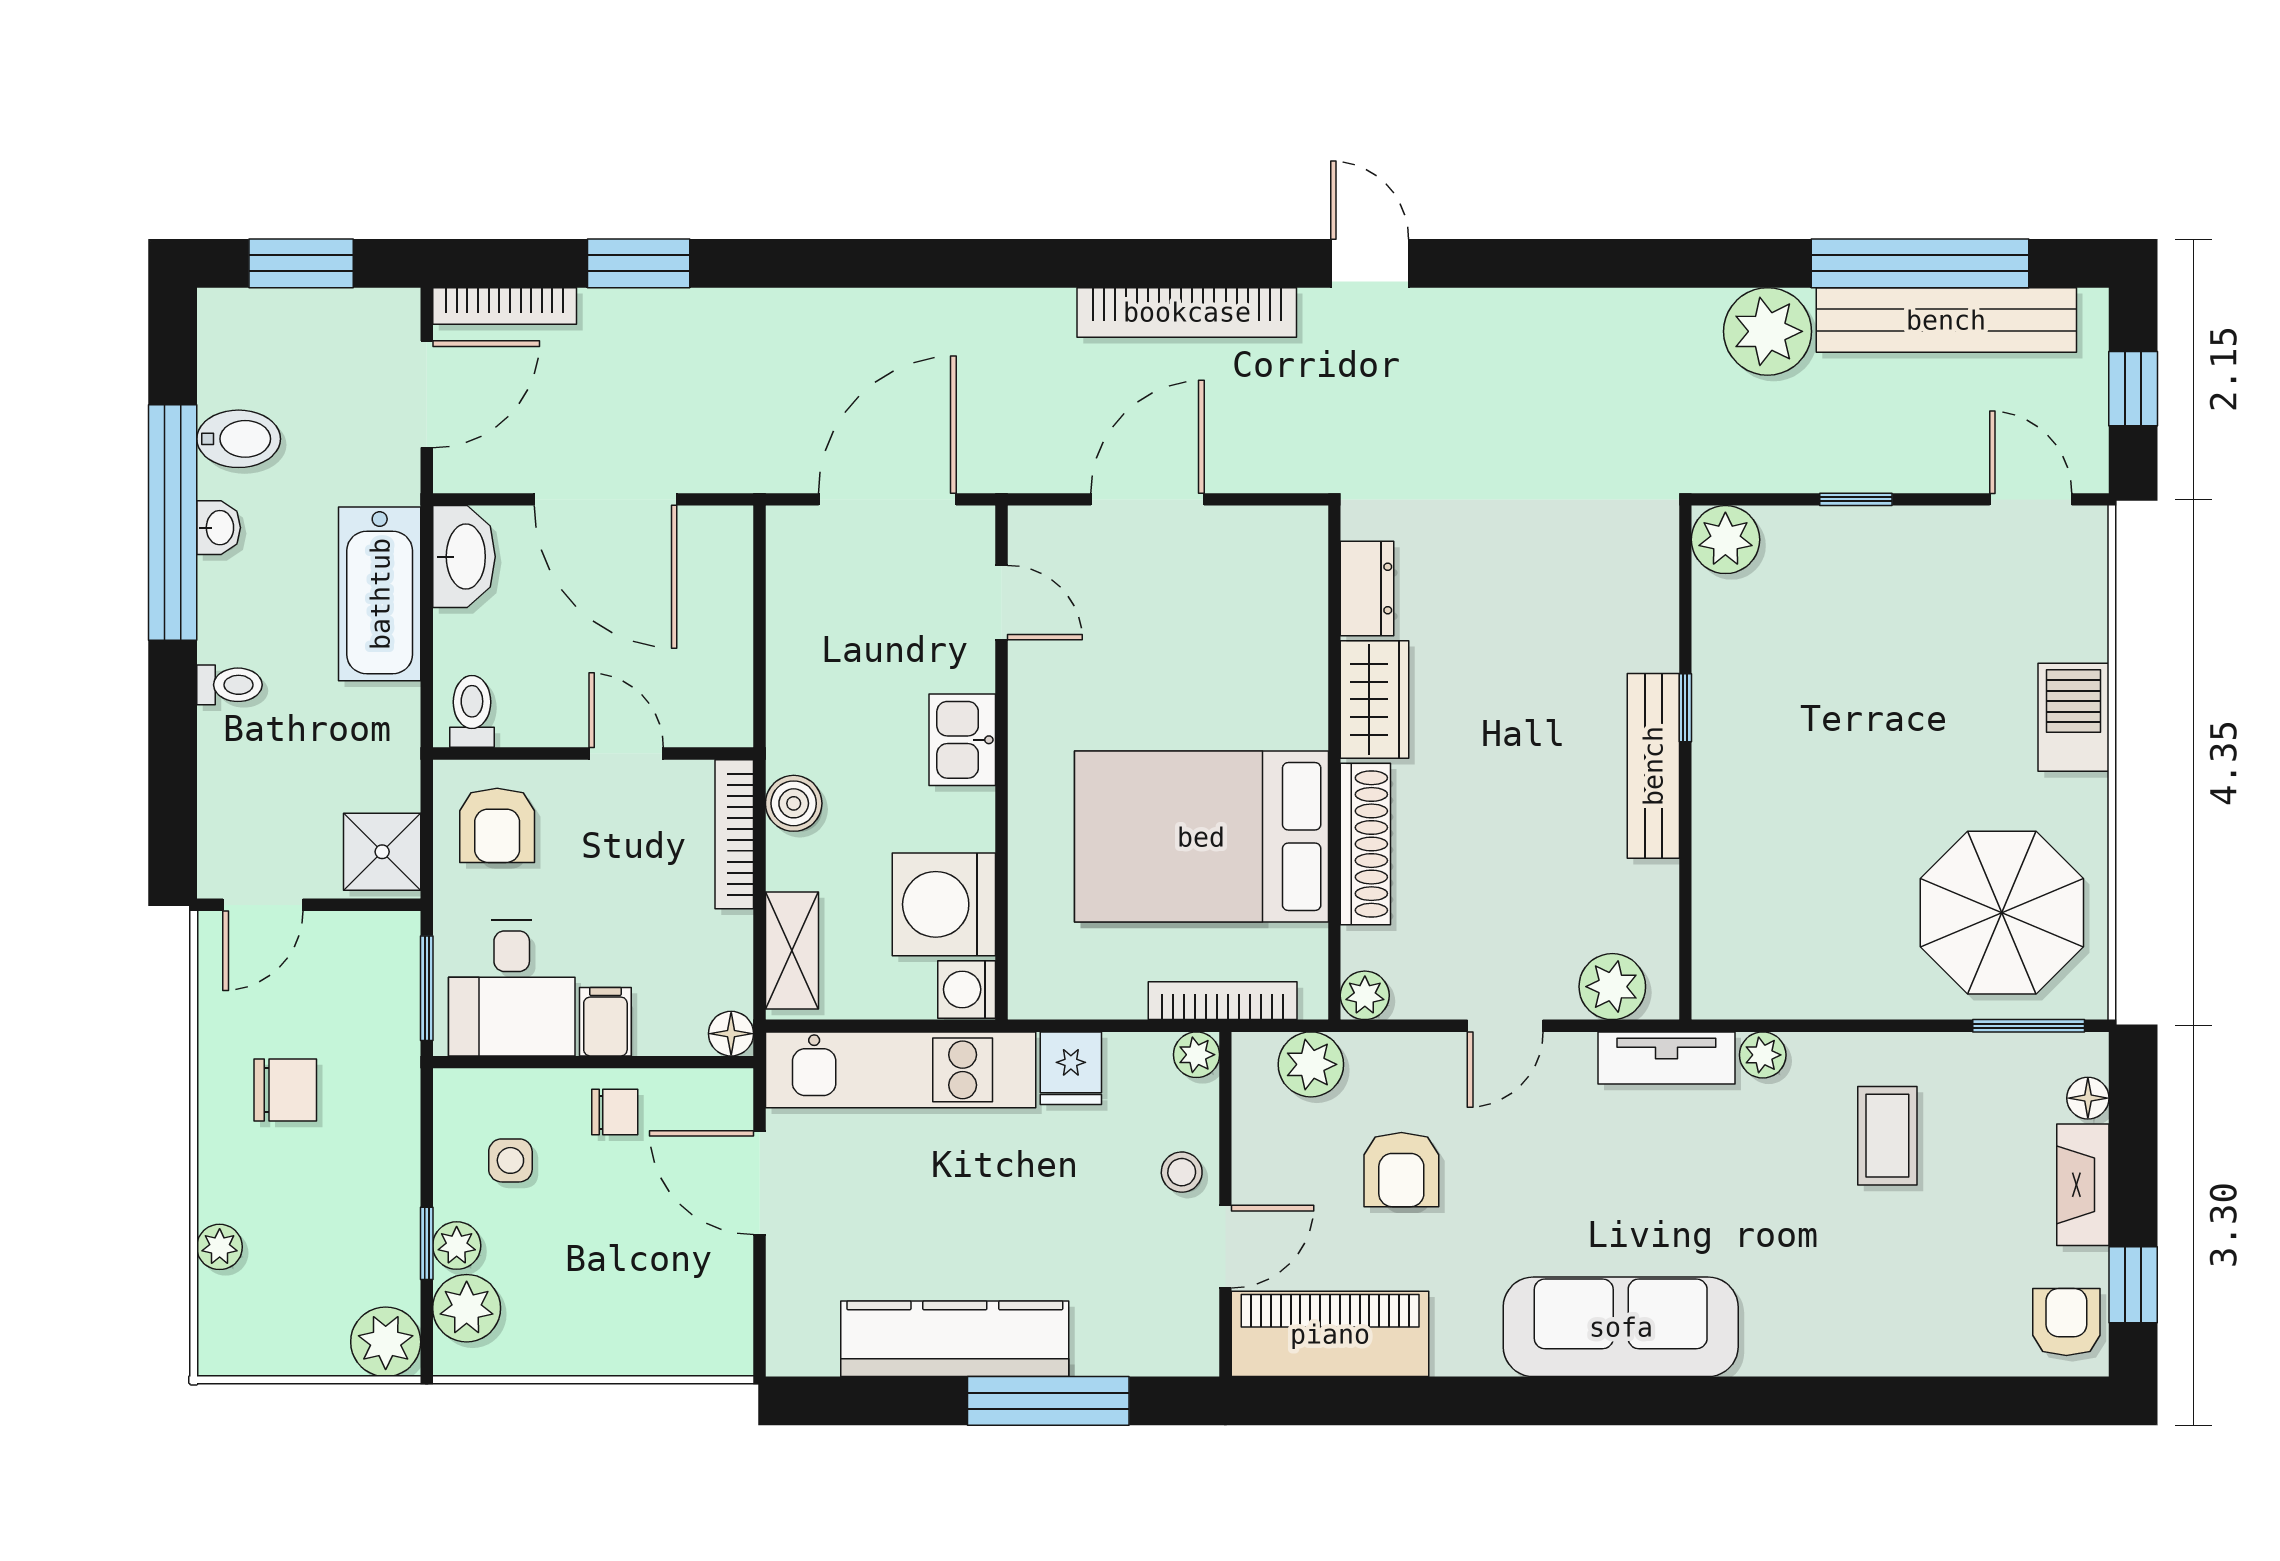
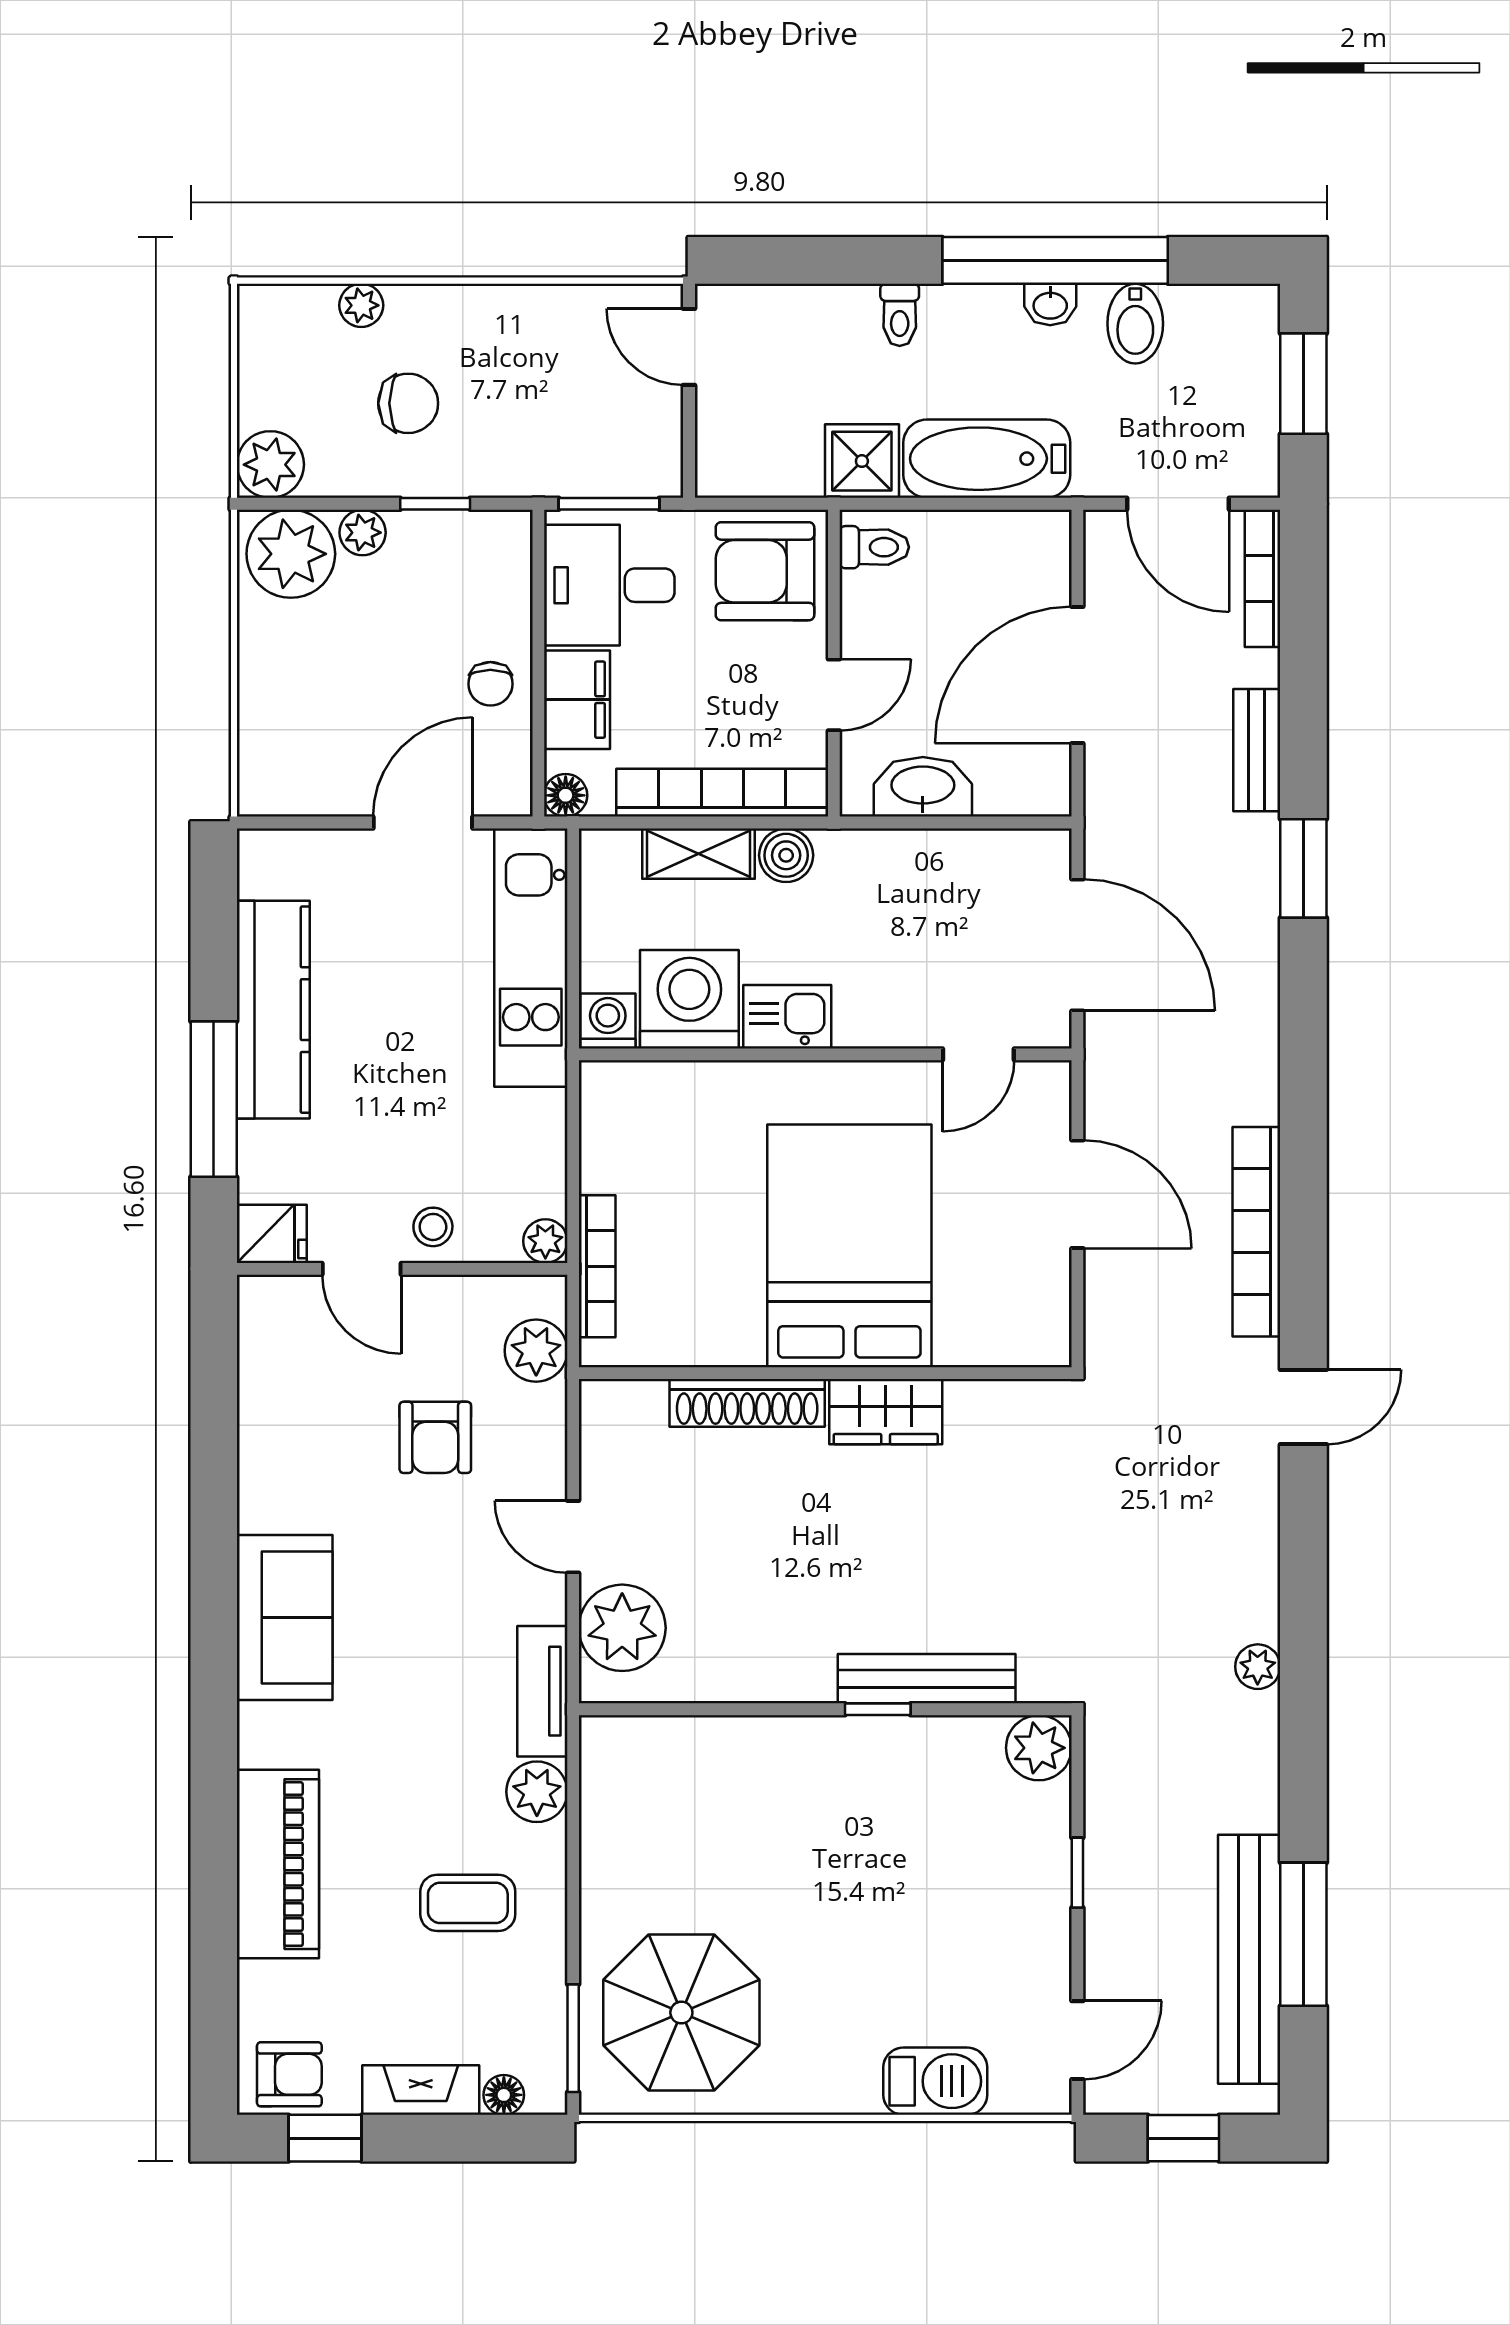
window: (639, 263) -> (1303, 868), moved
window: (1920, 263) -> (1303, 1934), width x0.68
bench: (684, 312) -> (1257, 750), added
plant: (1768, 331) -> (1258, 1667), moved, width x0.53, depth x0.53
washbasin: (464, 557) -> (923, 787), moved, turned 180
dresser: (1367, 588) -> (992, 1404), removed
barbecue: (2074, 717) -> (935, 2081), moved
kitchen sink: (962, 740) -> (787, 1017), moved
bench: (1653, 766) -> (927, 1679), moved
armchair: (497, 825) -> (765, 571), width x1.38, depth x1.38
bookcase: (734, 834) -> (722, 793), width x1.48, depth x1.31
bed: (1201, 837) -> (849, 1246), moved
shower: (382, 852) -> (862, 461), moved
shelving: (792, 950) -> (698, 854), moved
plant: (1612, 987) -> (622, 1628), width x1.36, depth x1.36
plant: (1365, 995) -> (602, 1402), removed
filing cabinet: (605, 1022) -> (577, 700), width x2.00
plant: (1763, 1055) -> (537, 1792), width x1.38, depth x1.38
fridge: (1071, 1068) -> (272, 1234), moved, turned 180
chair: (285, 1090) -> (408, 403), moved, turned -90
side table: (510, 1160) -> (444, 584), removed
armchair: (1401, 1170) -> (435, 1437), turned -90
window: (427, 1243) -> (435, 504), moved
plant: (467, 1308) -> (291, 554), width x1.36, depth x1.36
sofa: (1621, 1327) -> (285, 1618), width x0.73
piano: (1330, 1334) -> (278, 1864), moved

